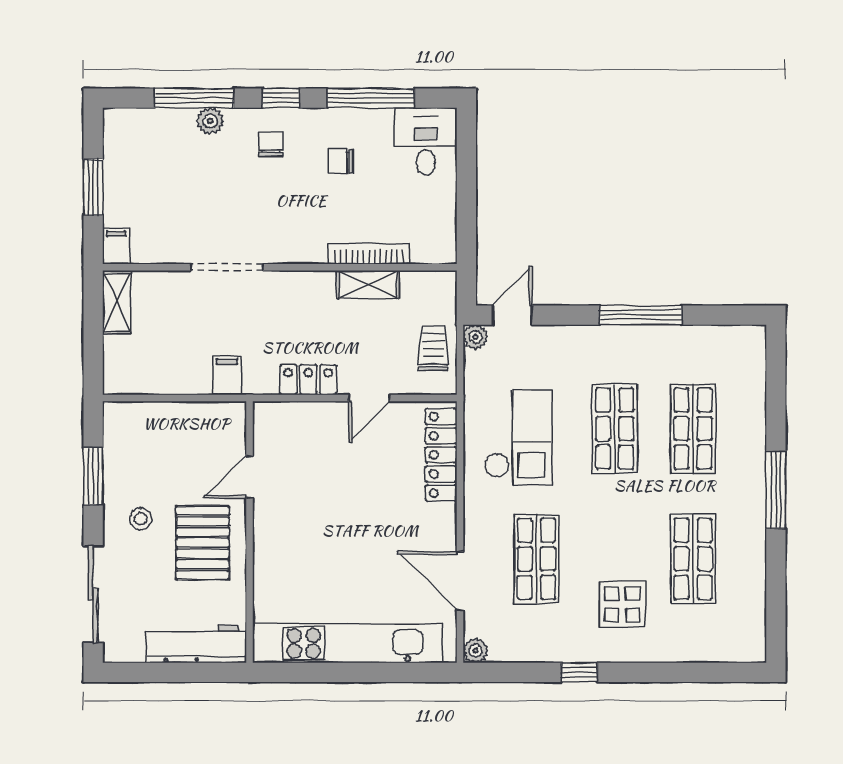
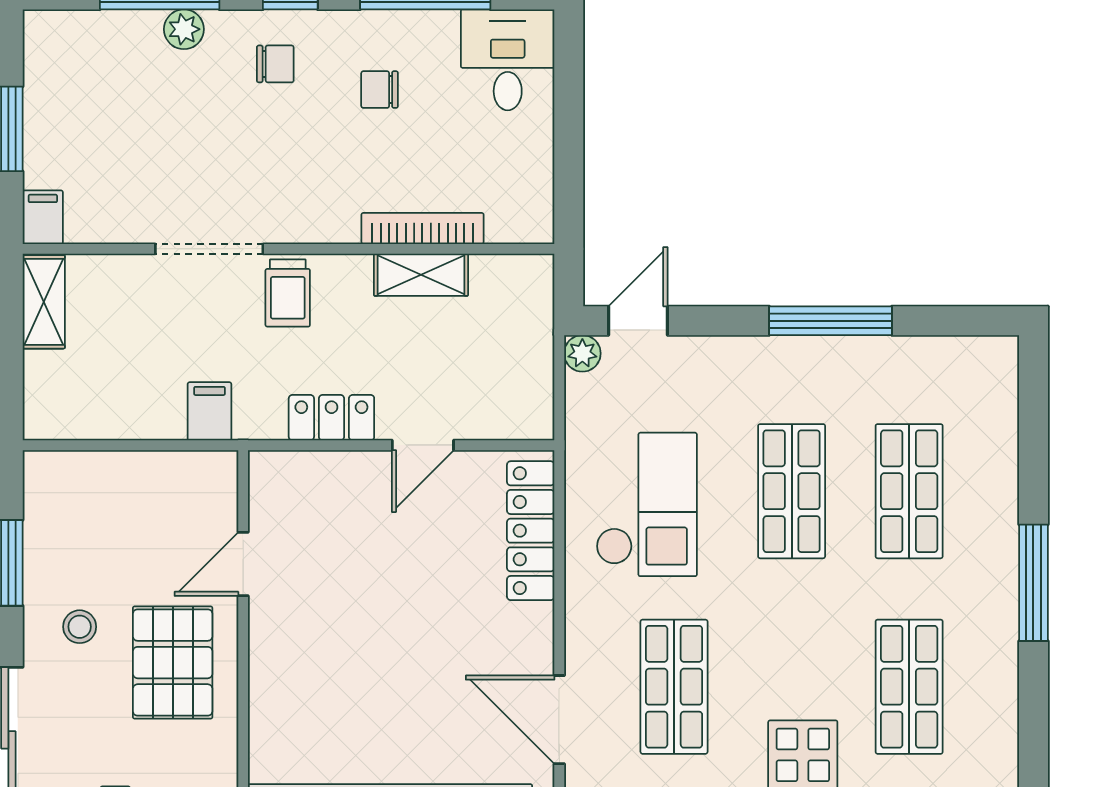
chair: (271, 144) -> (275, 64), turned 90
trolley: (433, 348) -> (288, 293), moved, turned 180

